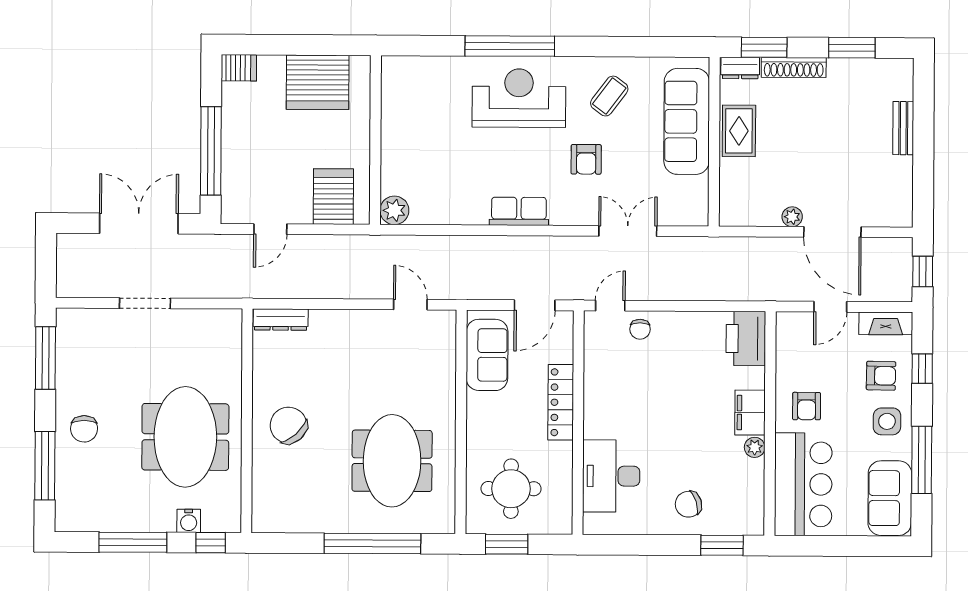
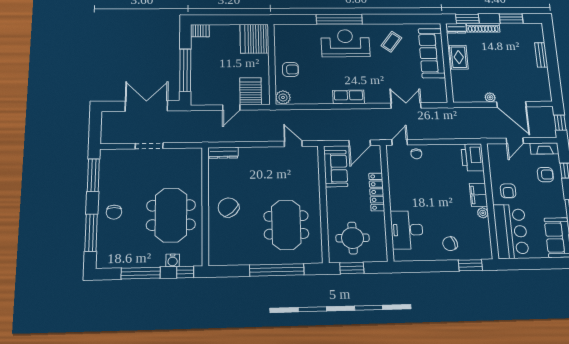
server rack: (318, 82) -> (254, 39), moved, turned 90
armchair: (586, 159) -> (290, 69), moved, turned -90
door: (270, 229) -> (231, 108), moved
side table: (887, 421) -> (551, 198), removed

